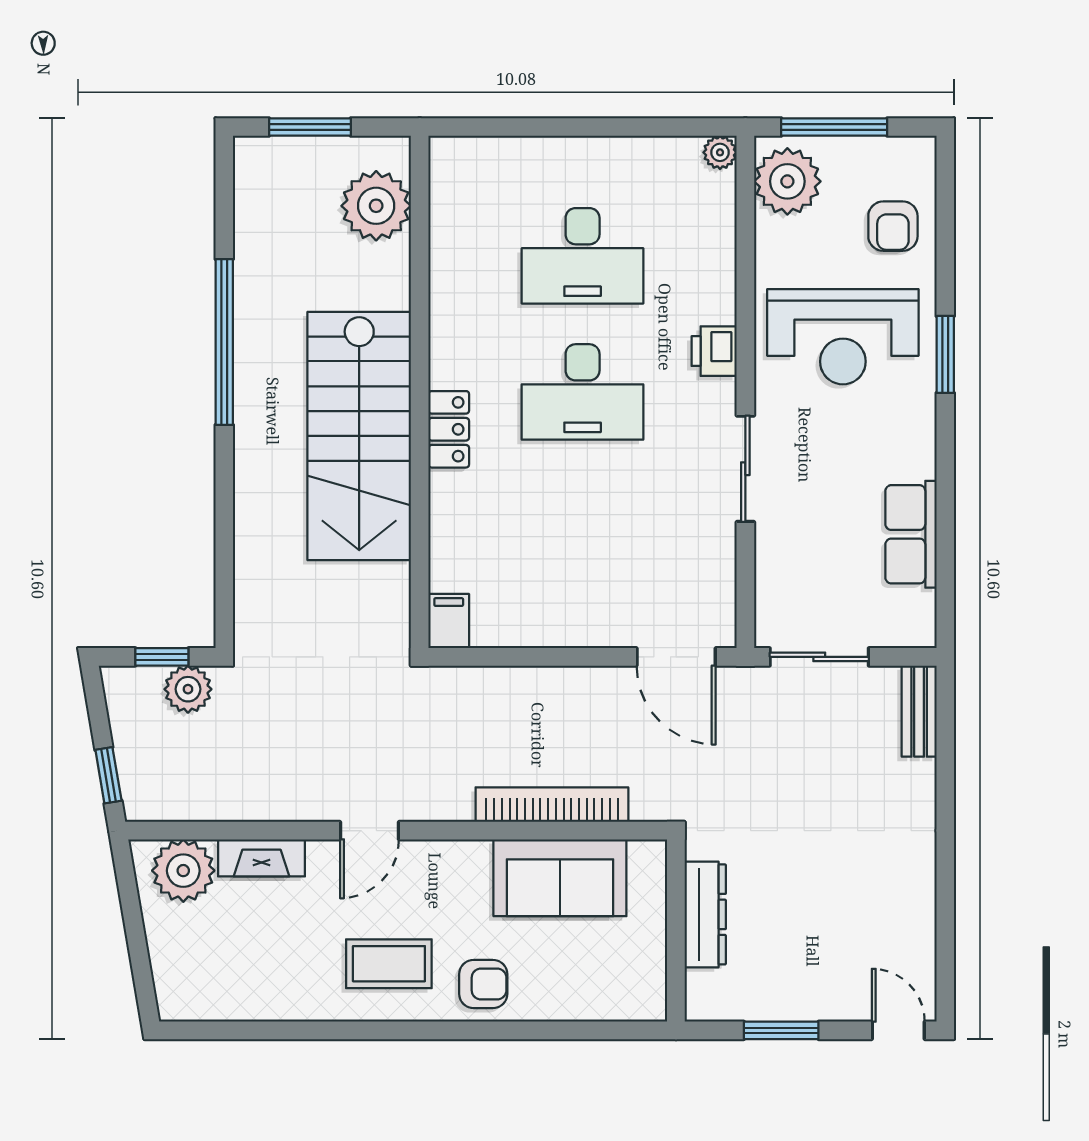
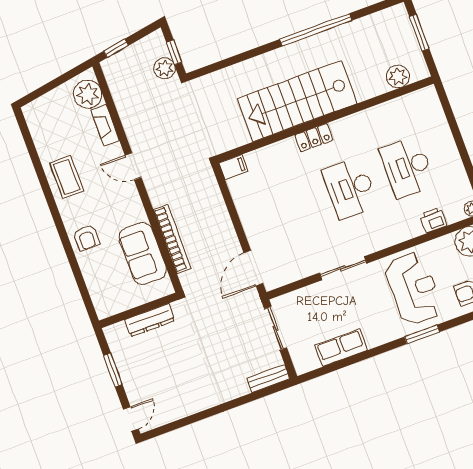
plant: (376, 206) -> (398, 76), width x0.73, depth x0.73
reception desk: (843, 337) -> (414, 289), turned 180
printer: (714, 351) -> (433, 220), moved
coffee table: (389, 964) -> (67, 177), moved

